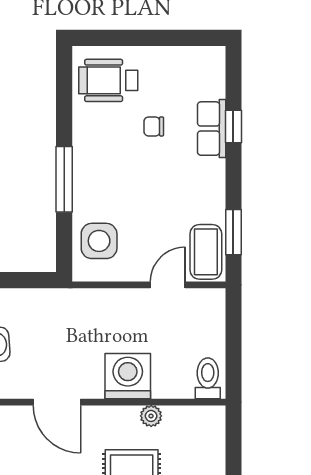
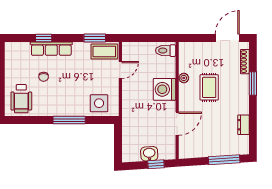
row of seats: (212, 129) -> (51, 49), width x1.48
door: (168, 285) -> (120, 70), swing flipped

